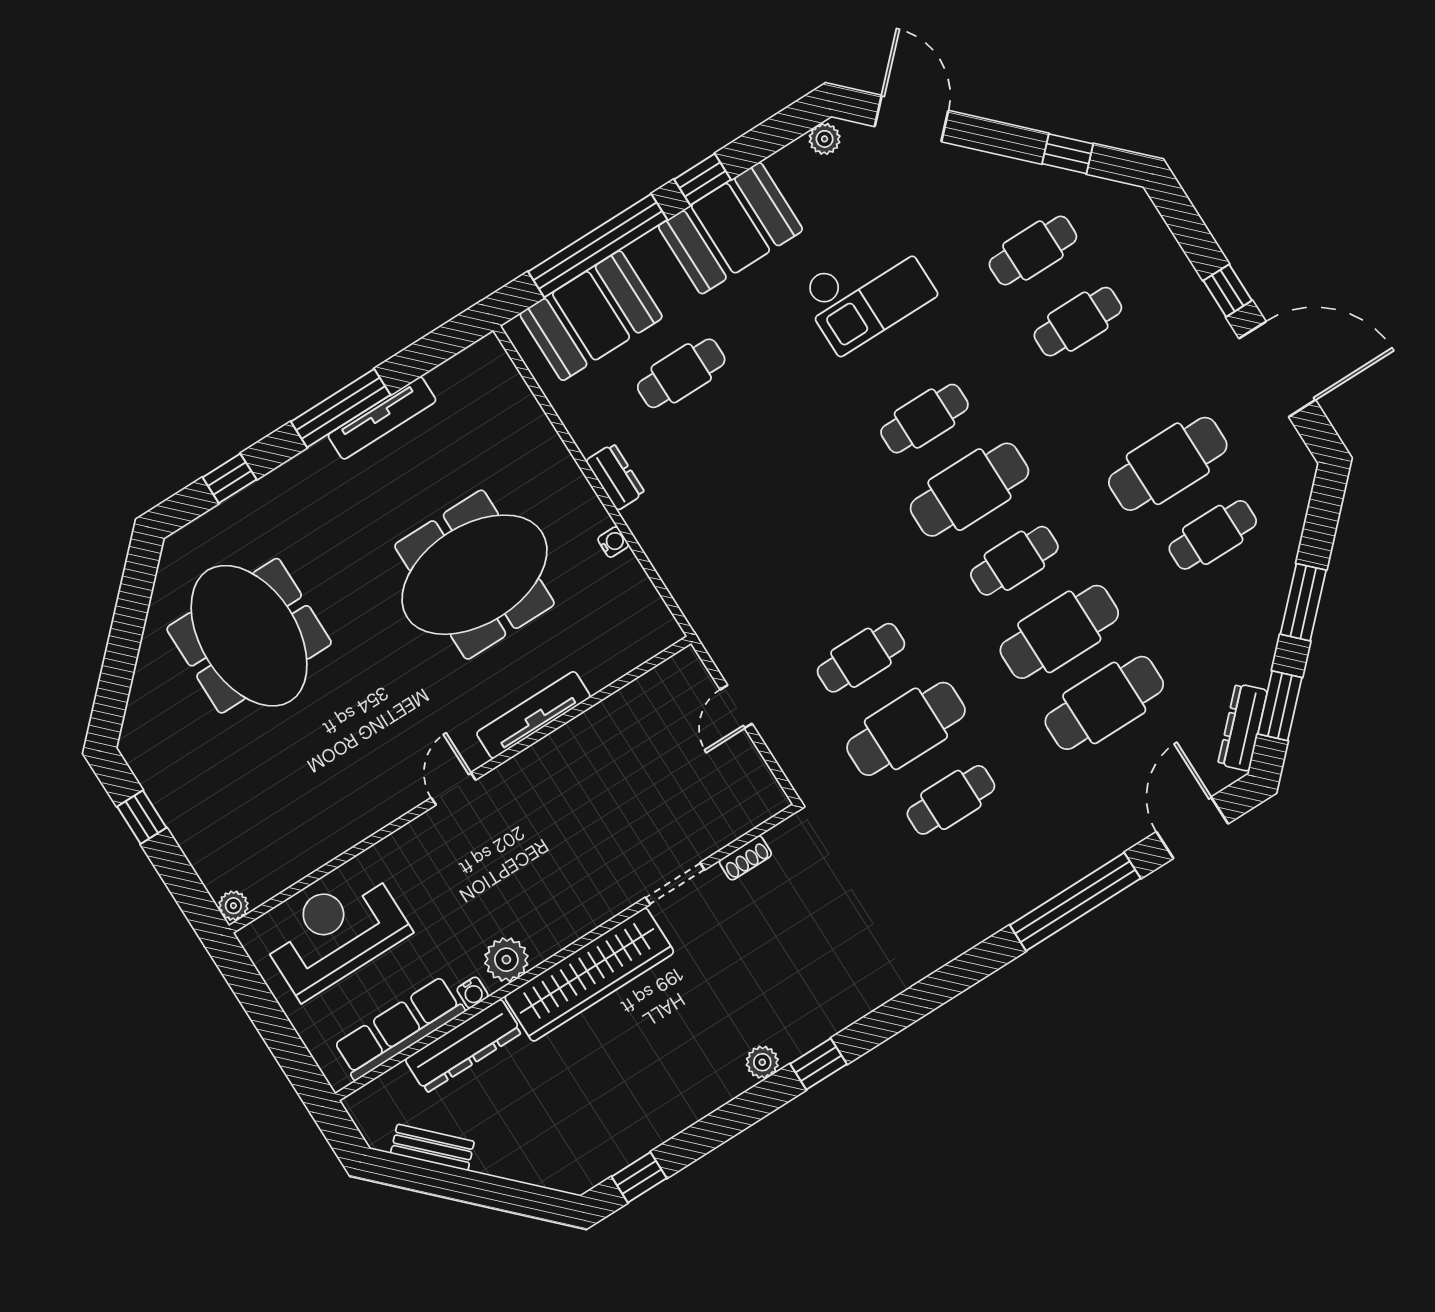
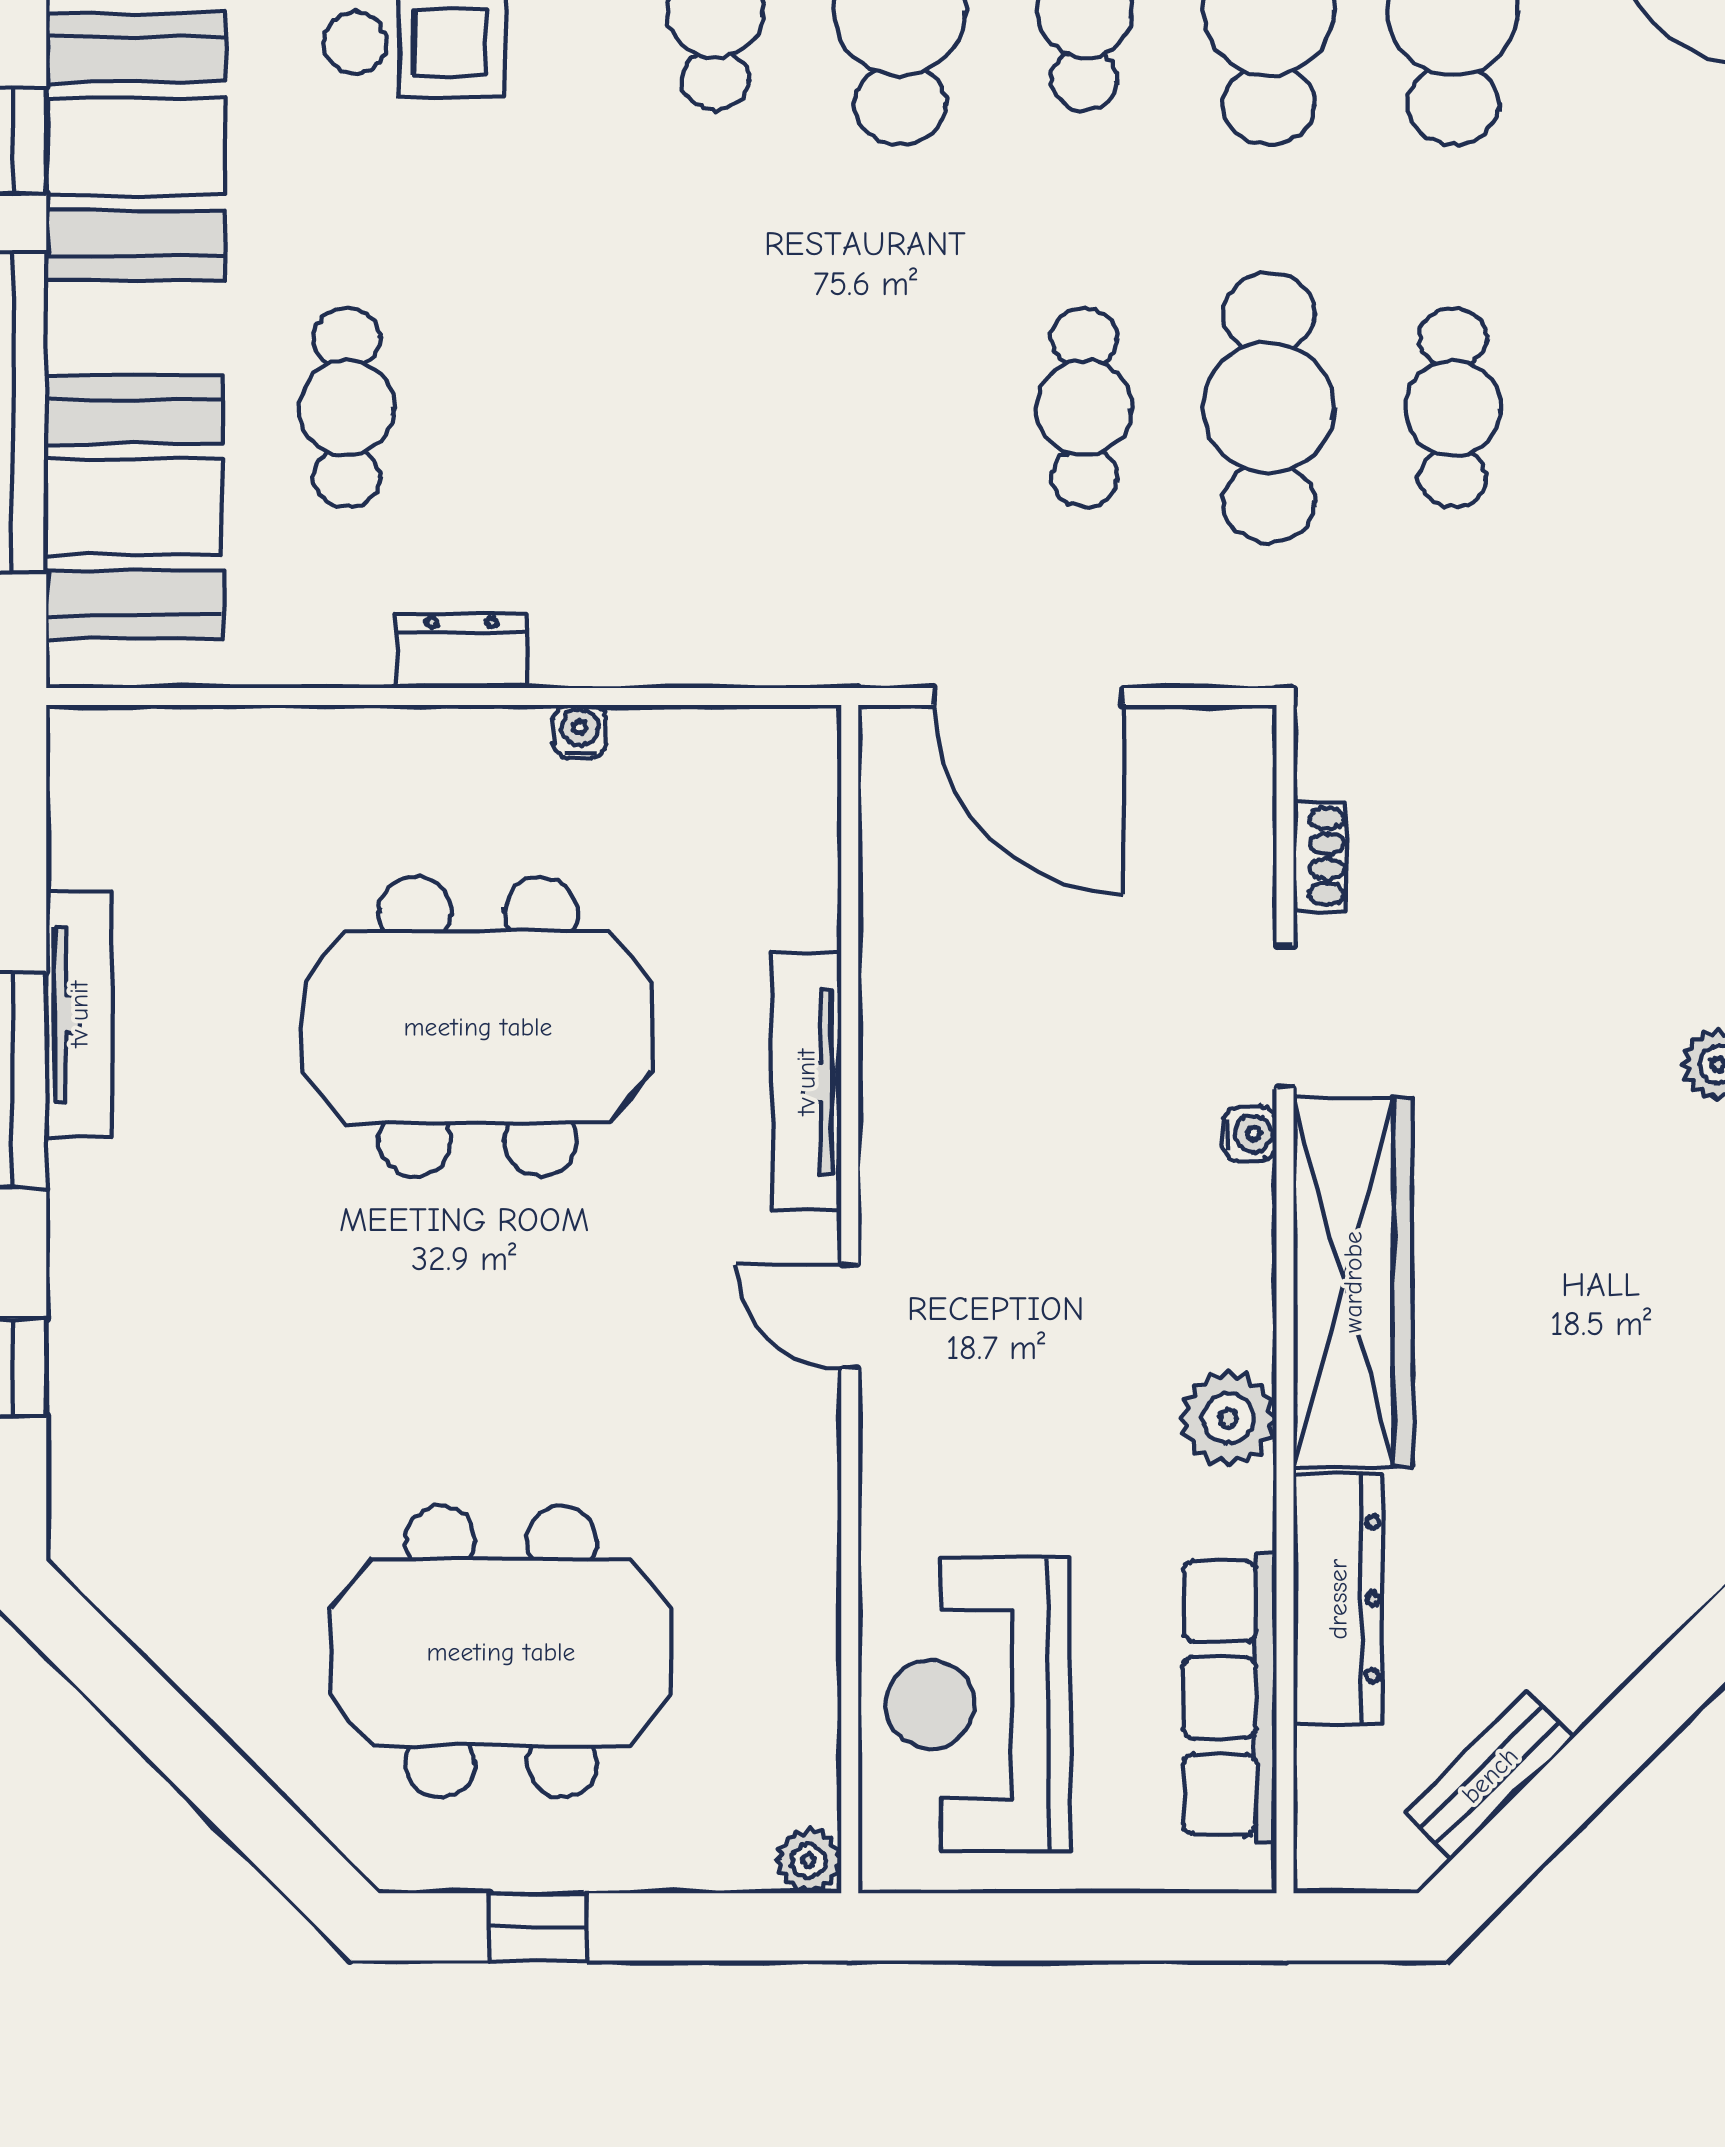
meeting table: (474, 575) -> (478, 1027), turned 90
meeting table: (249, 636) -> (501, 1652), moved
door: (736, 707) -> (1029, 696), width x1.87
water cooler: (473, 993) -> (1250, 1134), moved

